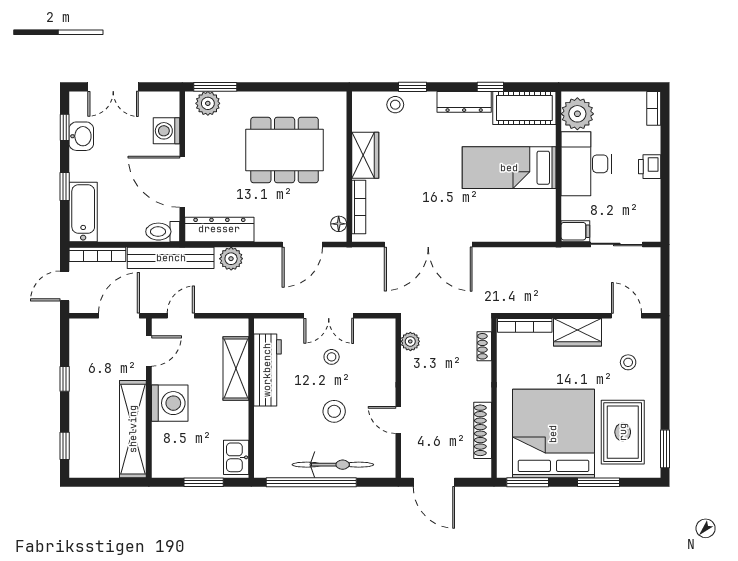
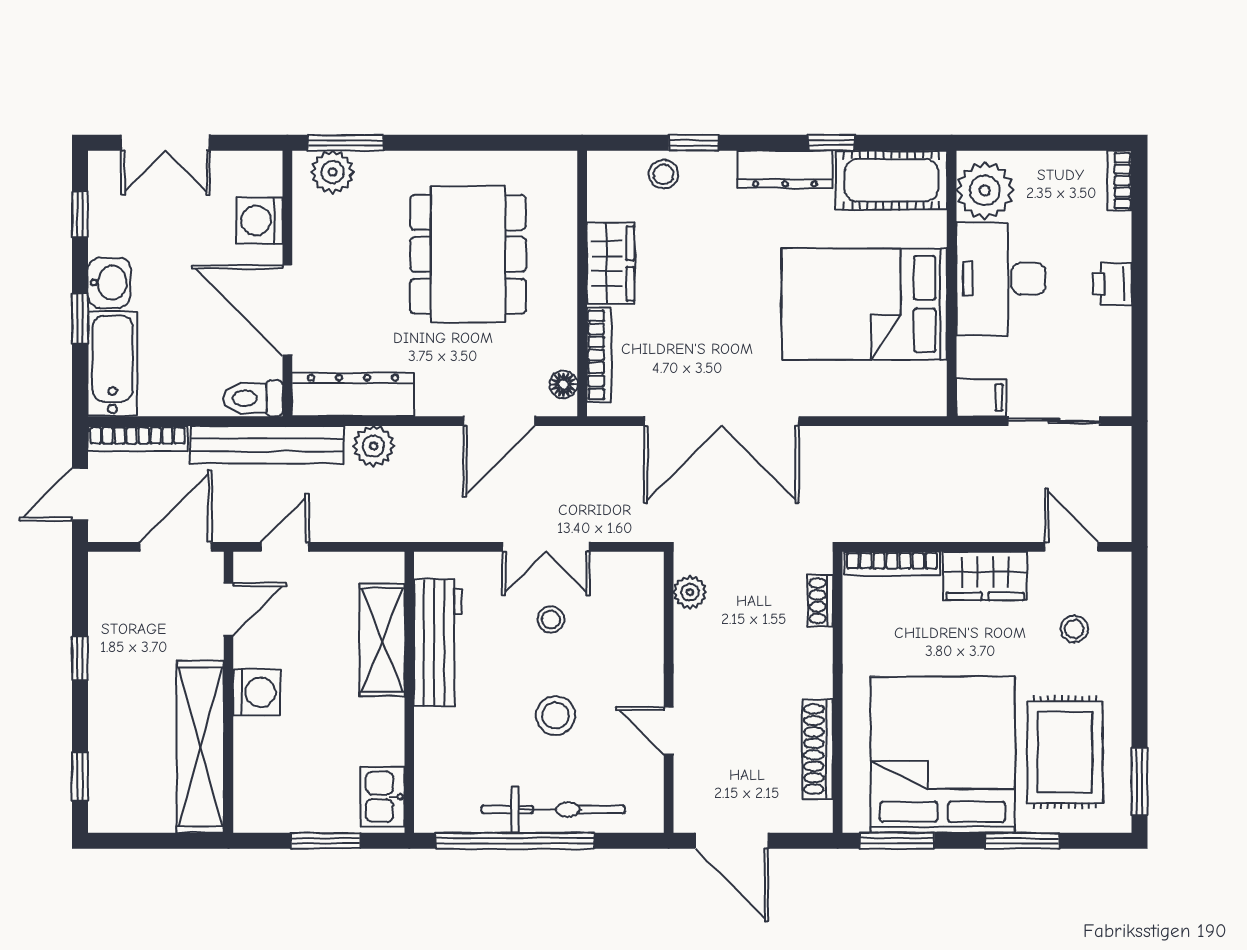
washbasin: (81, 136) -> (109, 283), moved
dining table: (285, 150) -> (468, 254), turned 90
bed: (509, 168) -> (864, 304), width x1.50
washing machine: (170, 403) -> (257, 692), width x0.73, depth x0.73

